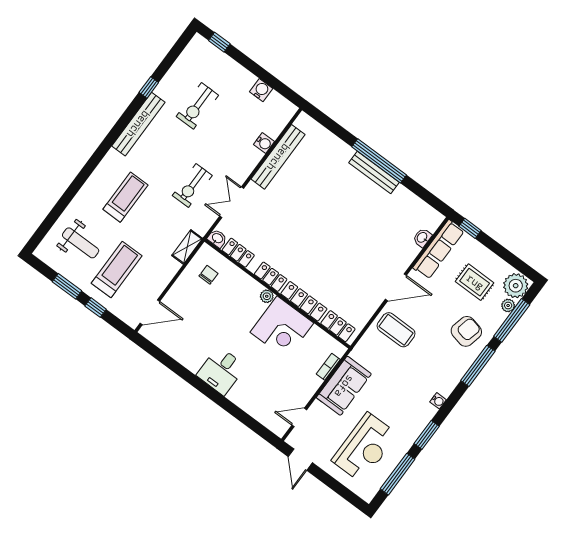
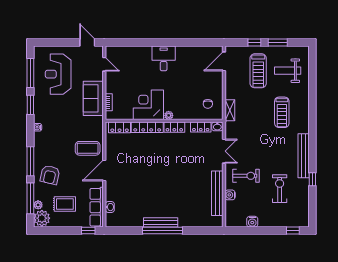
exercise bike: (192, 186) -> (246, 176), moved, turned 90
door: (299, 417) -> (104, 64), hinge flipped

